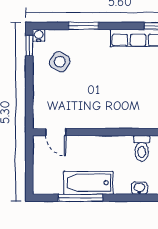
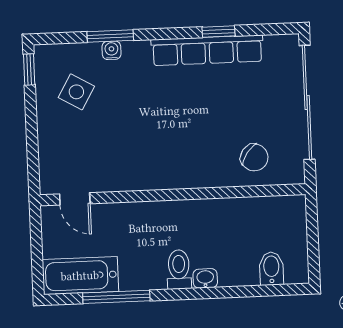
water cooler: (39, 35) -> (112, 50), moved
toilet: (142, 148) -> (179, 269), moved, turned 180
bathtub: (88, 183) -> (80, 276), moved

